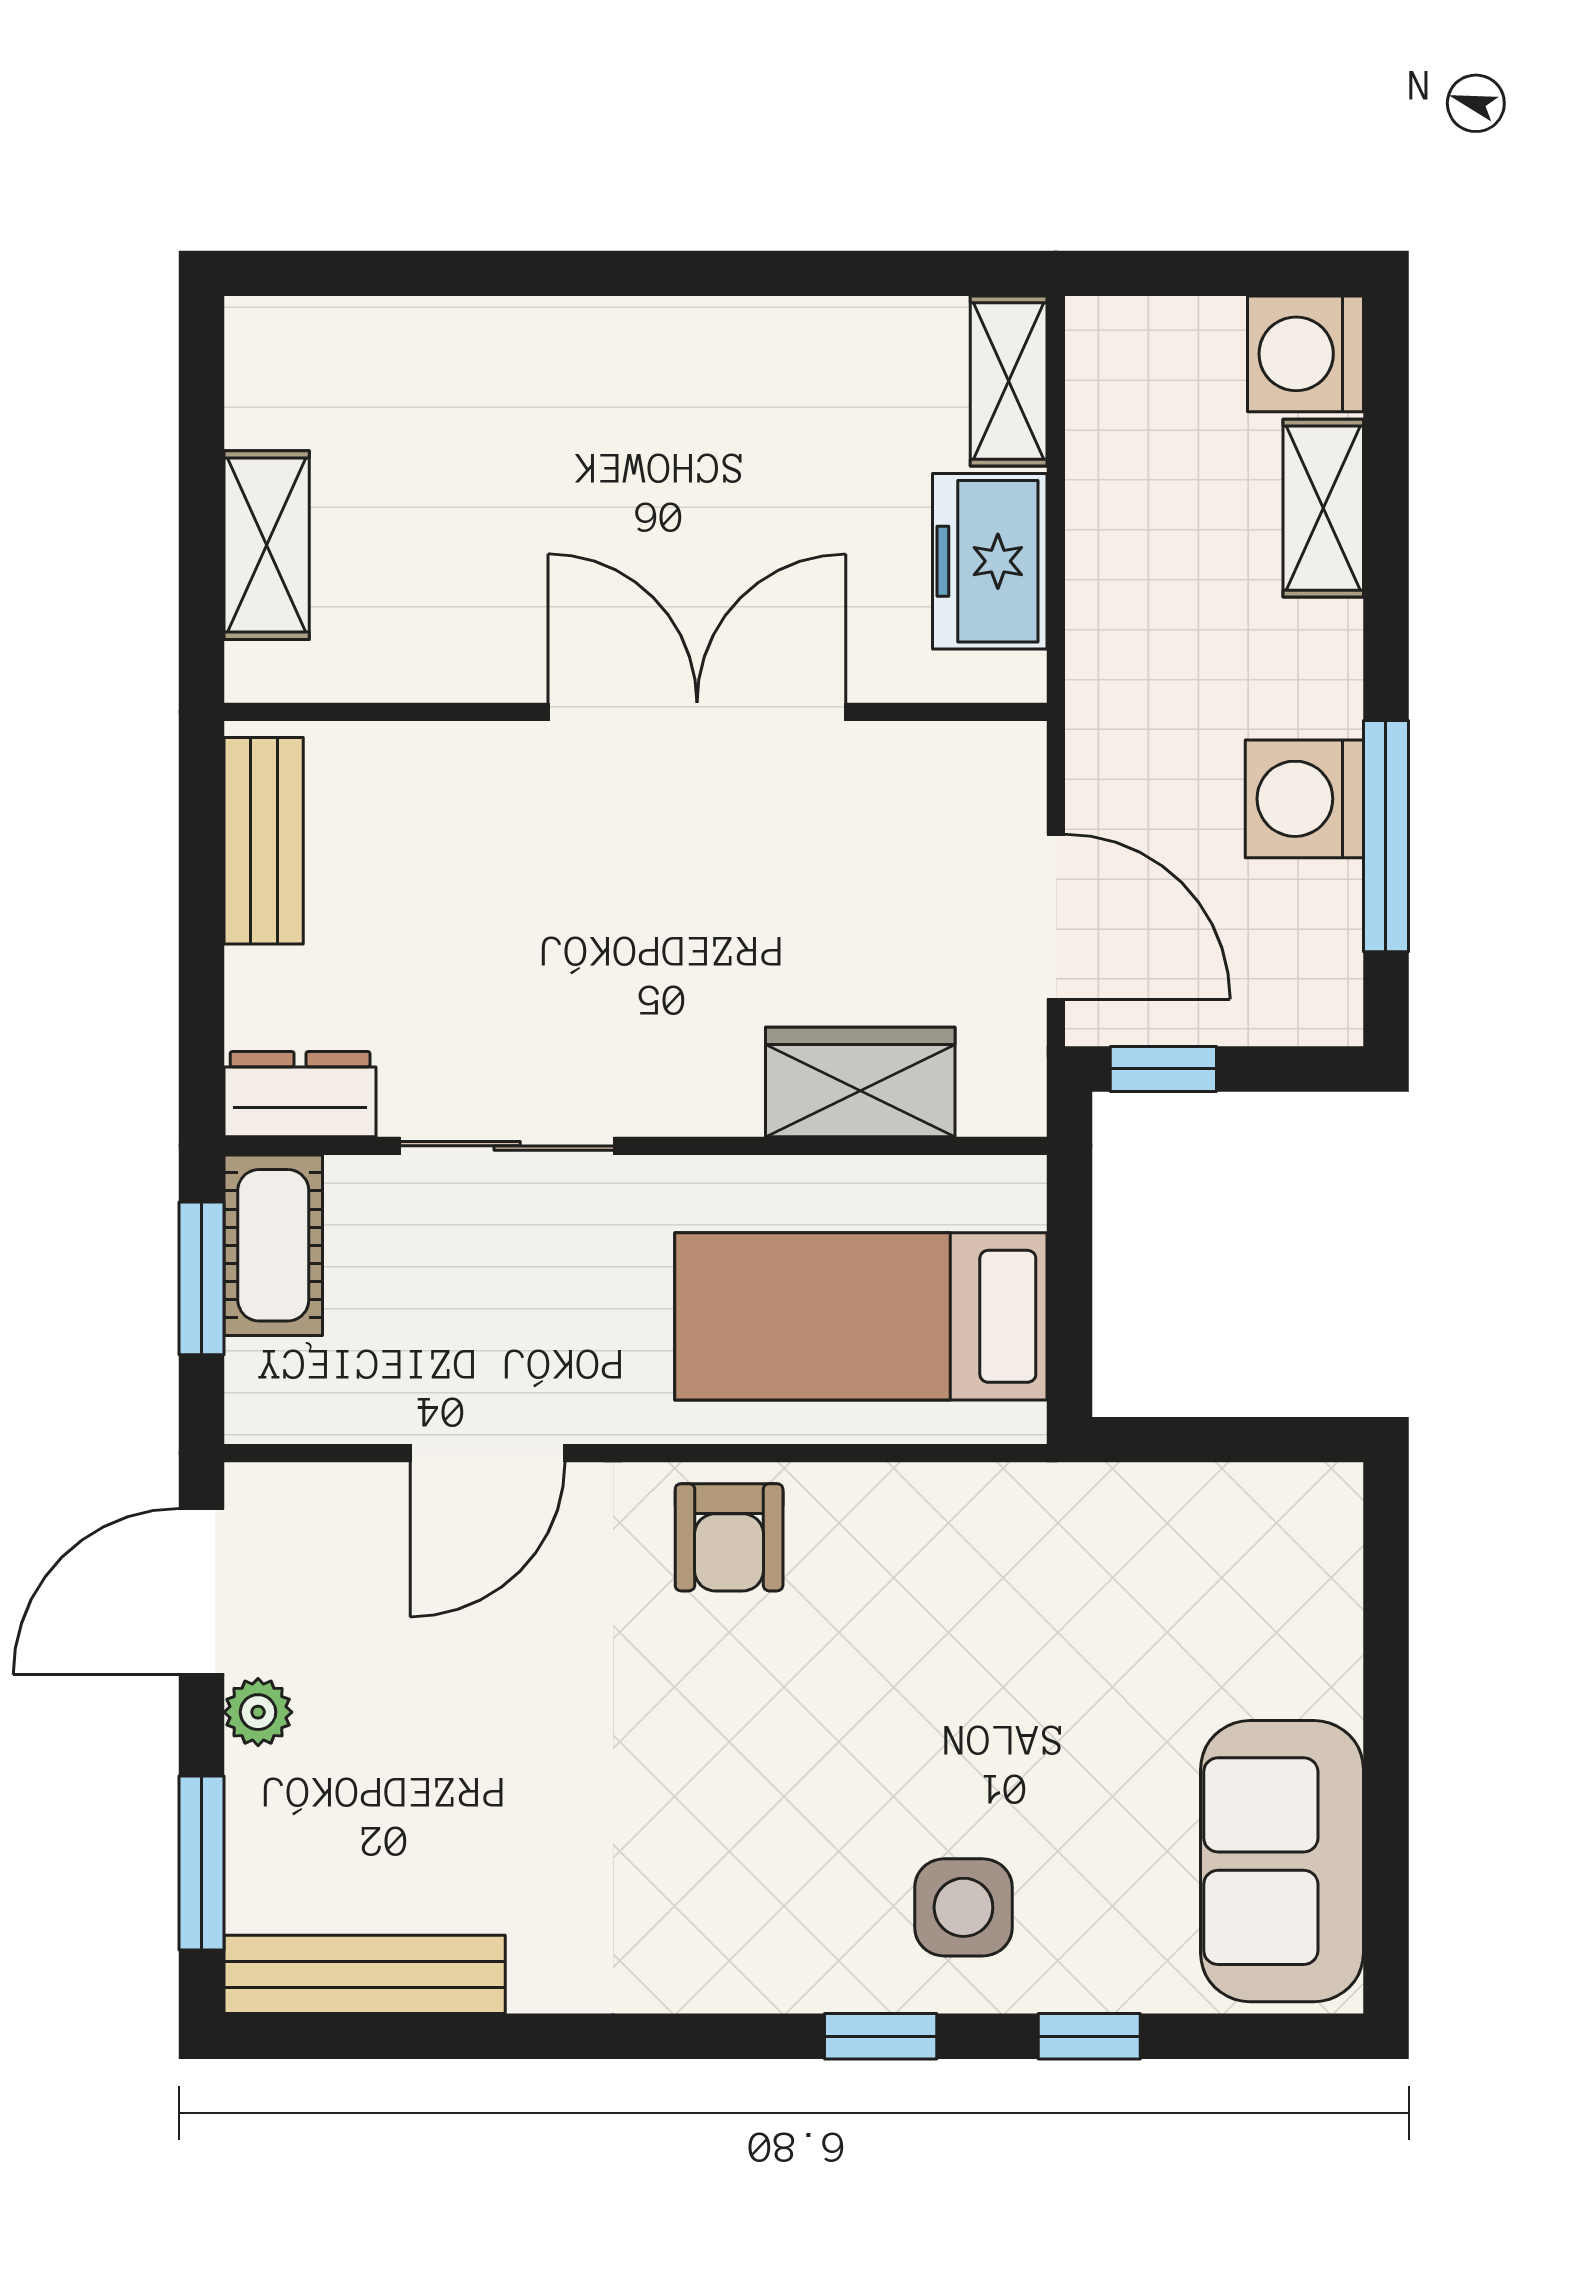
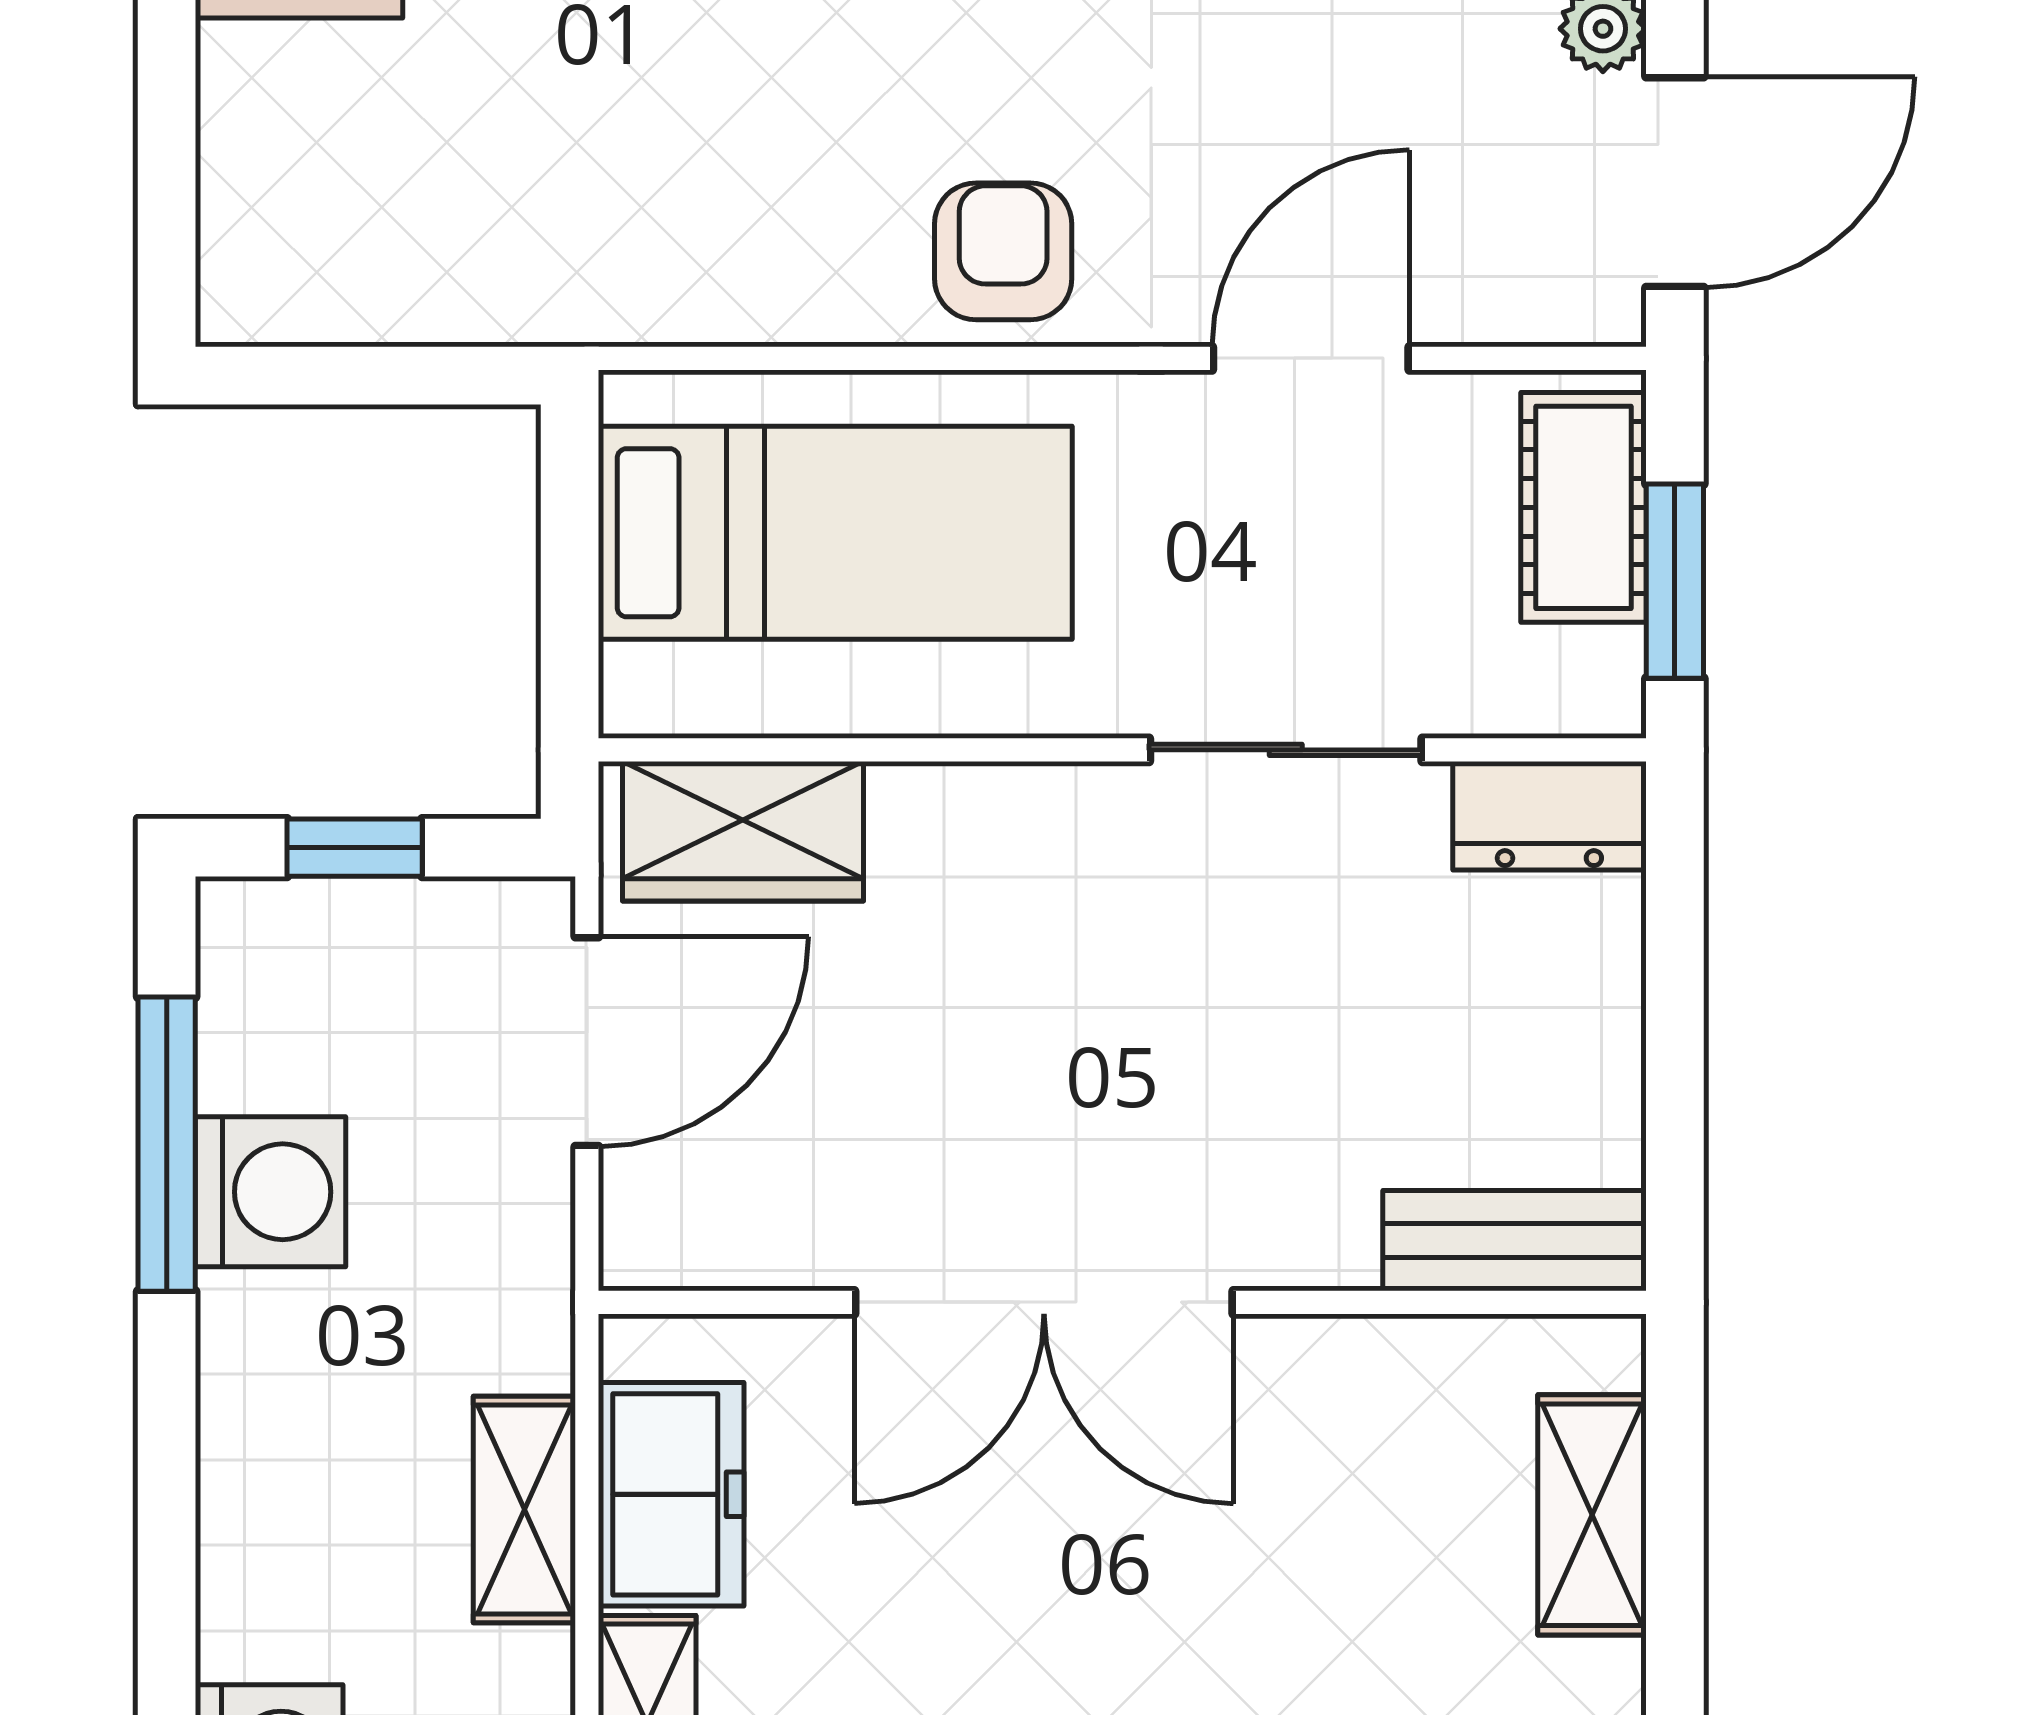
shelving: (1323, 508) -> (524, 1510), moved
bench: (264, 841) -> (1514, 1241), moved, turned 90
door: (1056, 917) -> (587, 1042), swing flipped
window: (1163, 1069) -> (355, 848), moved
wardrobe: (860, 1082) -> (743, 831), moved
cot: (273, 1245) -> (1584, 507), moved

